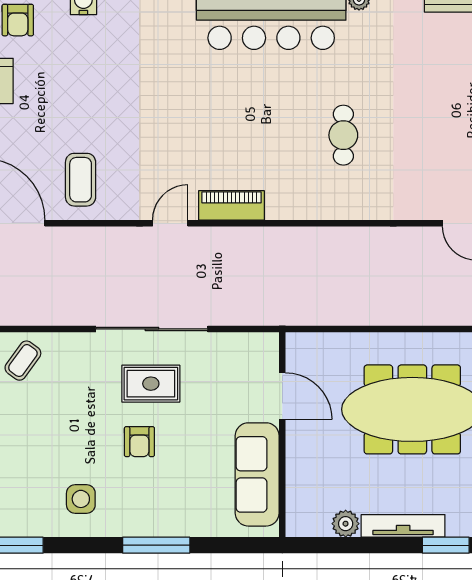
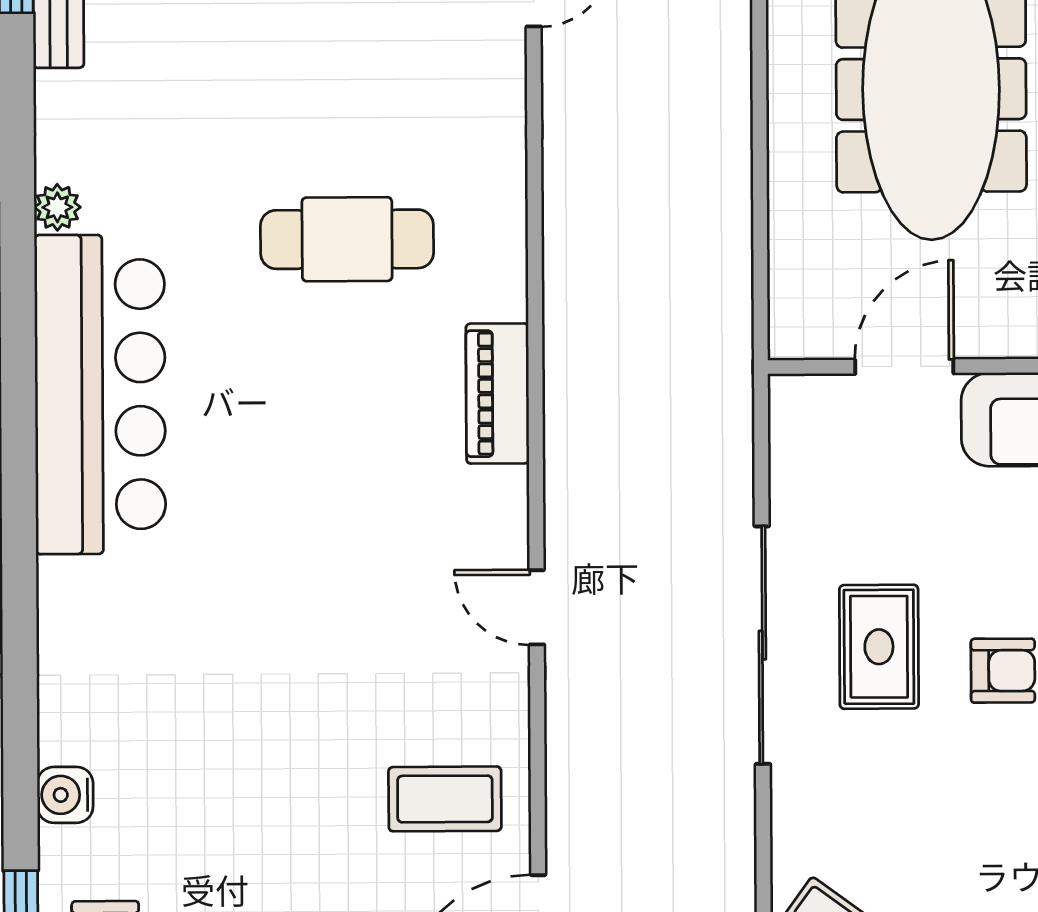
cafe table: (343, 135) -> (347, 239), width x1.37, depth x1.35
piano: (231, 205) -> (497, 394), moved

